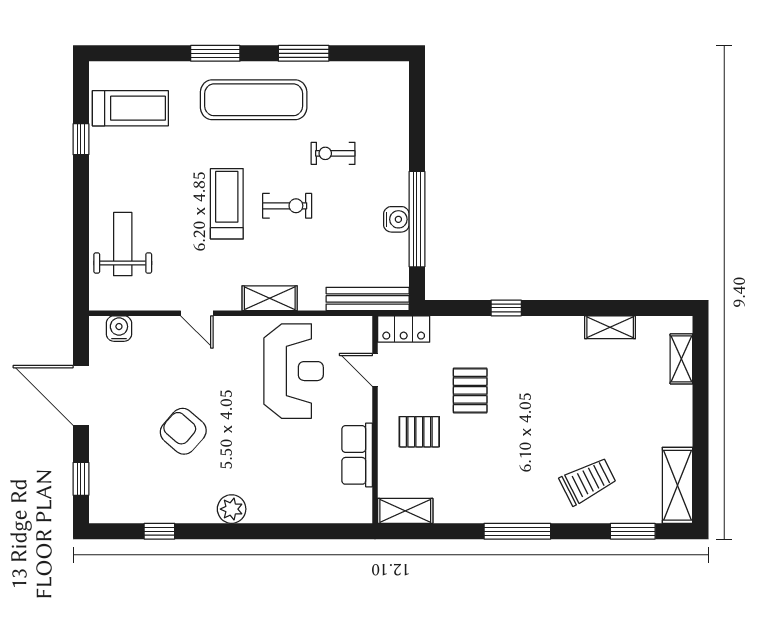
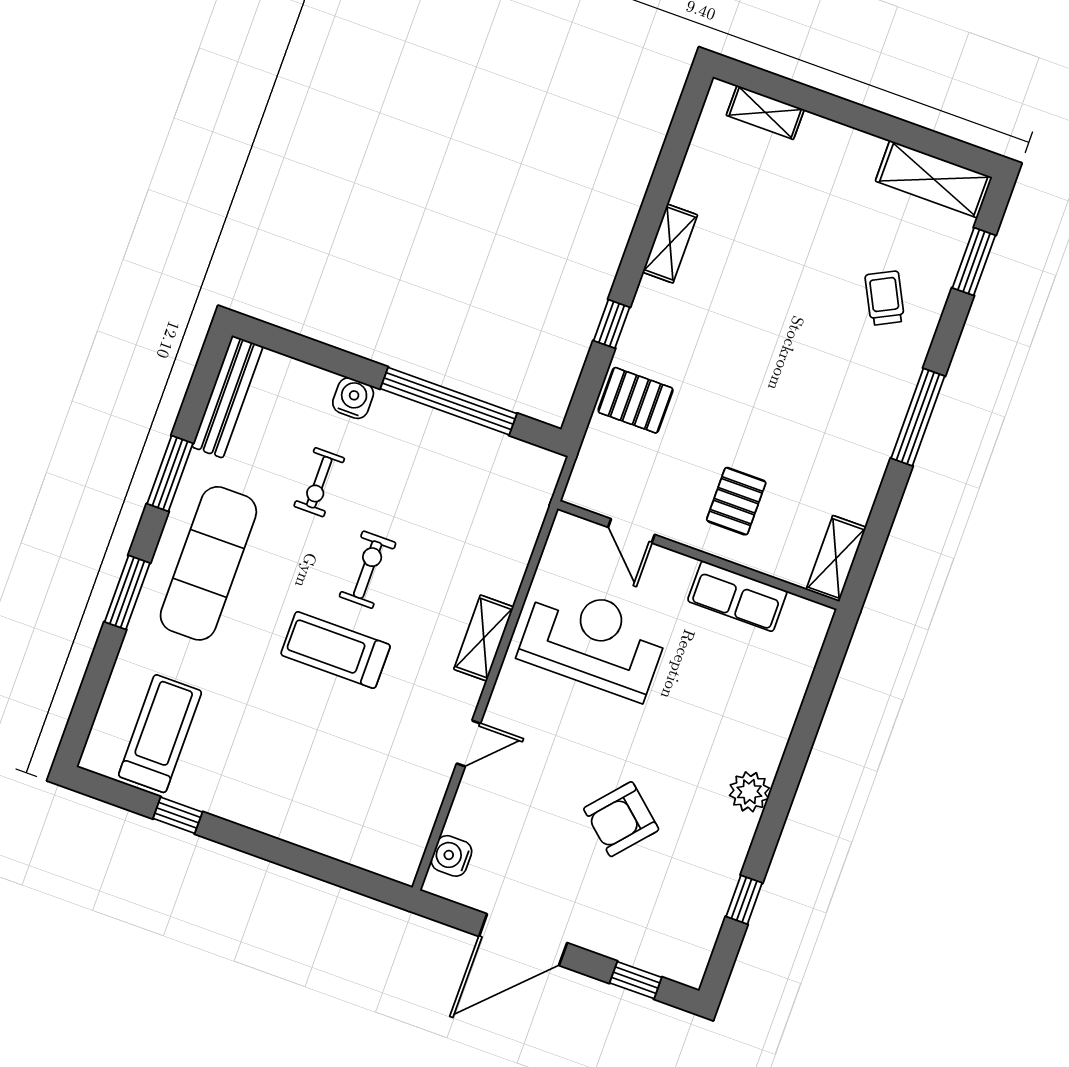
water cooler: (396, 219) -> (353, 398), moved
weight bench: (123, 244) -> (339, 810), removed
bench: (368, 299) -> (227, 397), moved
shelving: (610, 327) -> (670, 244), moved
locker: (404, 329) -> (590, 472), removed
door: (375, 370) -> (631, 531), hinge flipped
pallet: (470, 390) -> (636, 400), moved
trolley: (588, 481) -> (885, 298), width x0.73, depth x0.72

